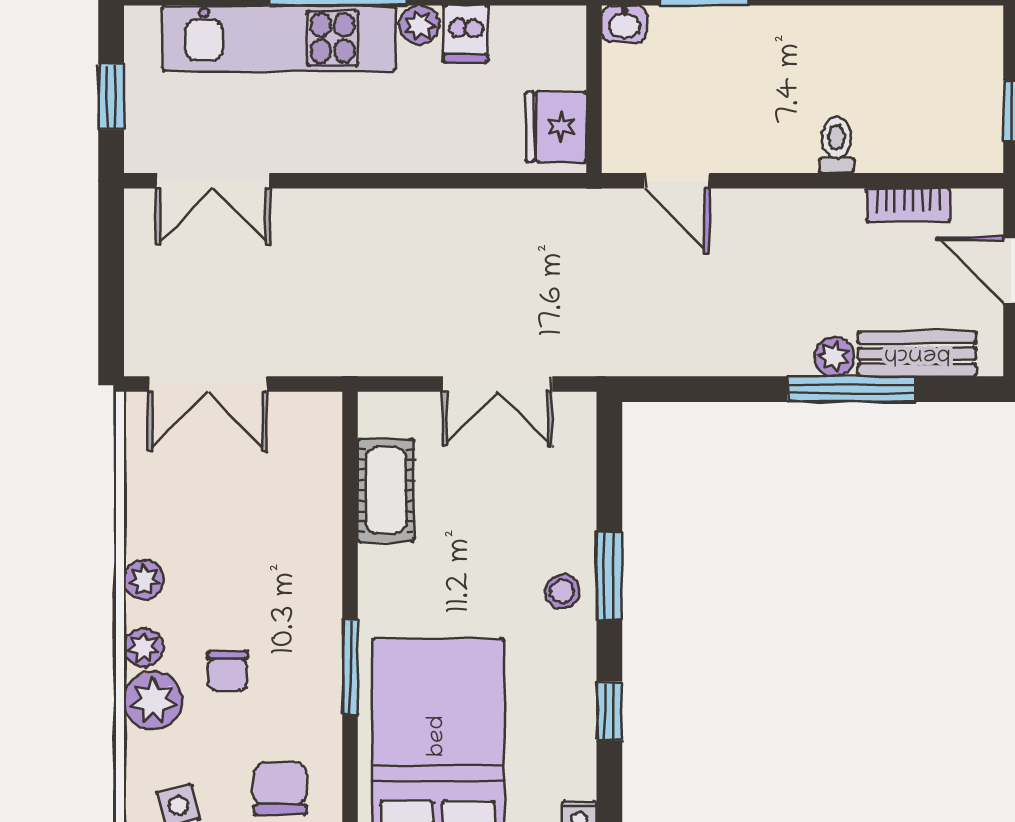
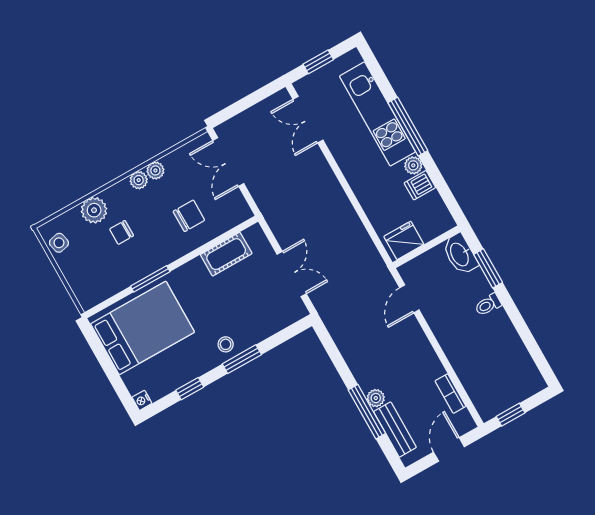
washbasin: (625, 24) -> (460, 254), width x1.91, depth x1.45
toilet: (837, 145) -> (488, 305), moved, turned 180
double door: (497, 384) -> (292, 274), swing flipped
plant: (143, 648) -> (155, 170), moved
chair: (280, 788) -> (189, 216), moved

